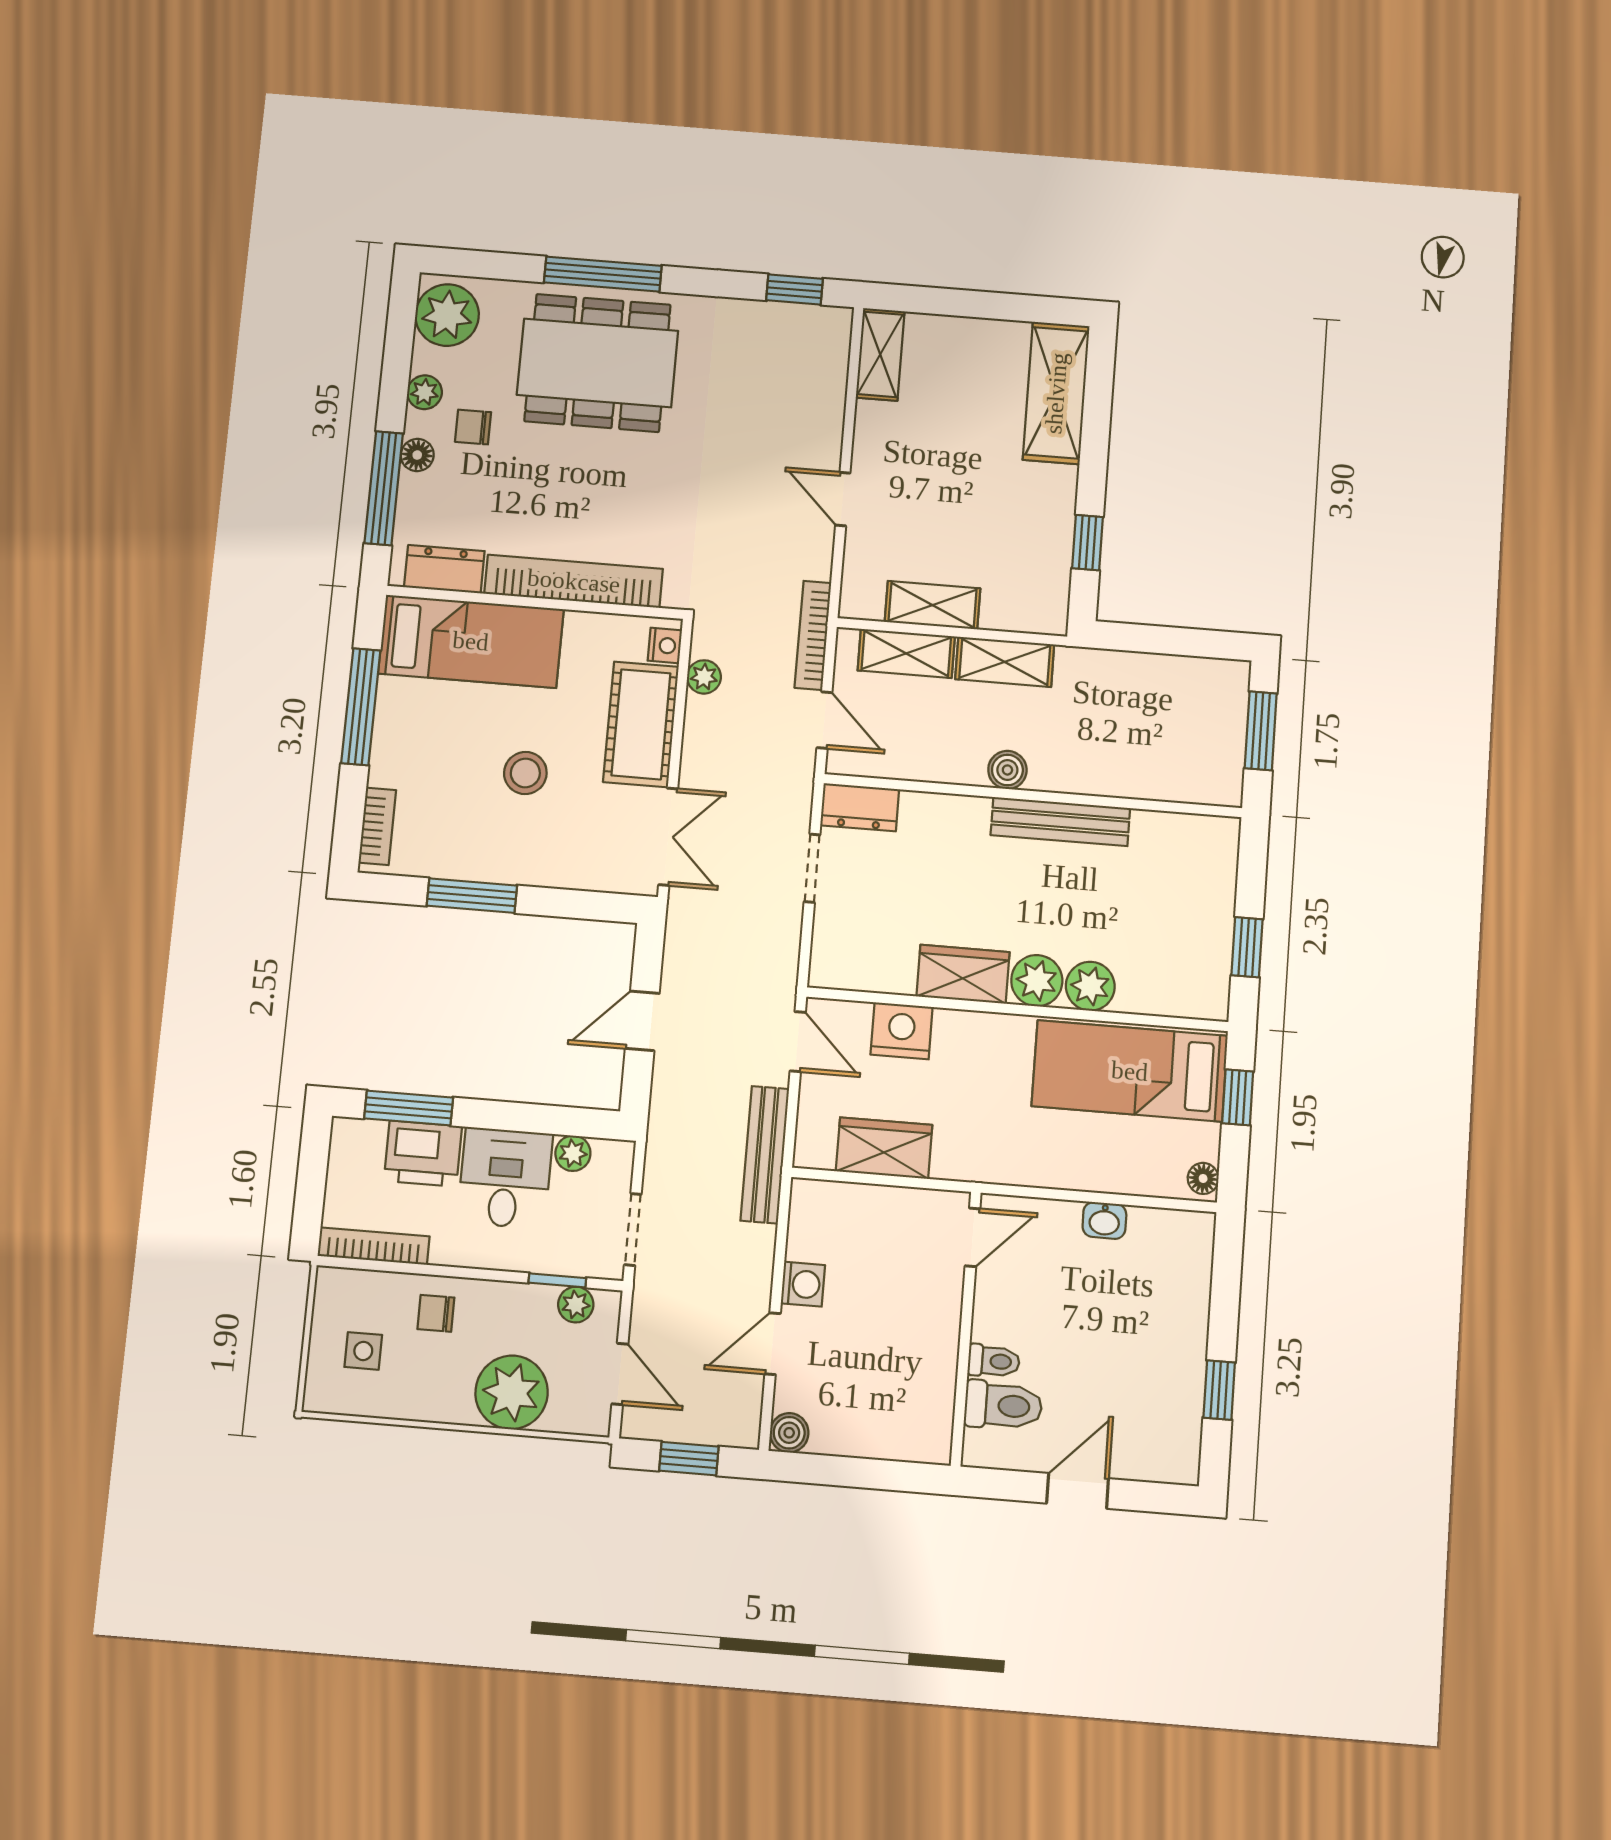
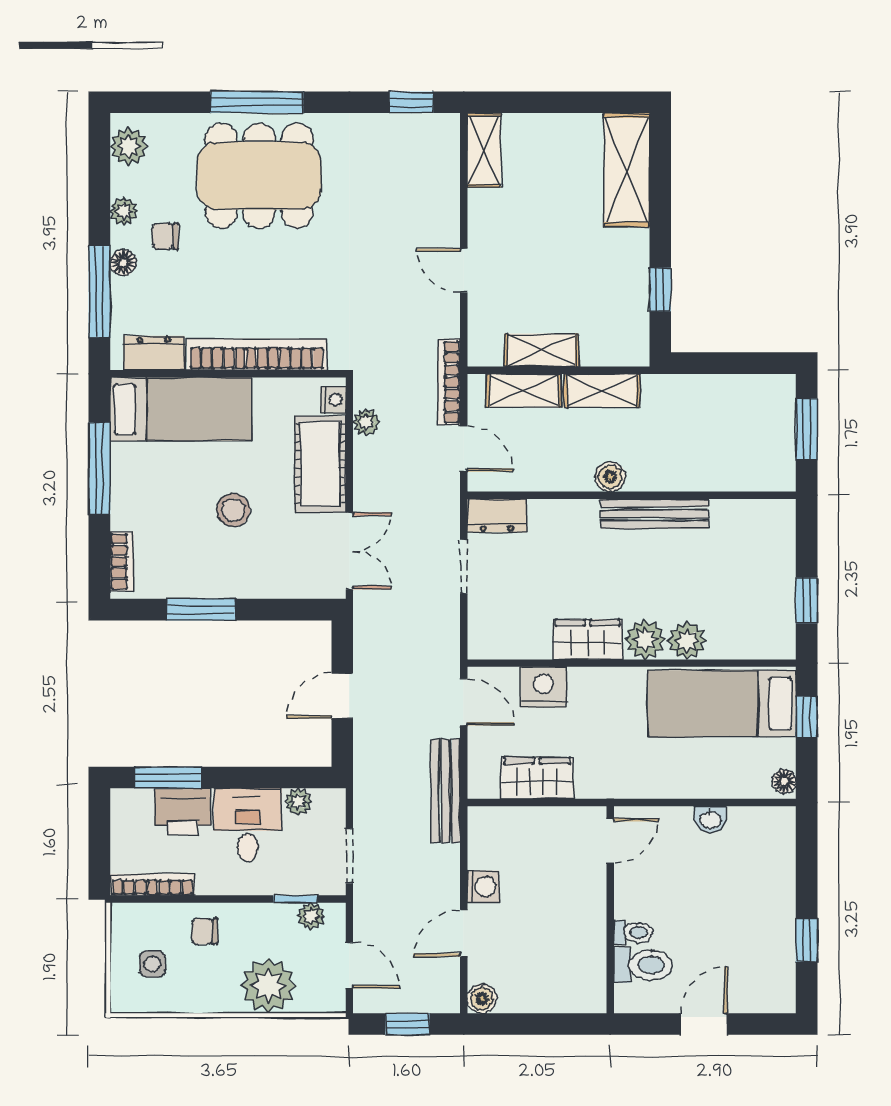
plant: (447, 315) -> (129, 146), width x0.73, depth x0.73

